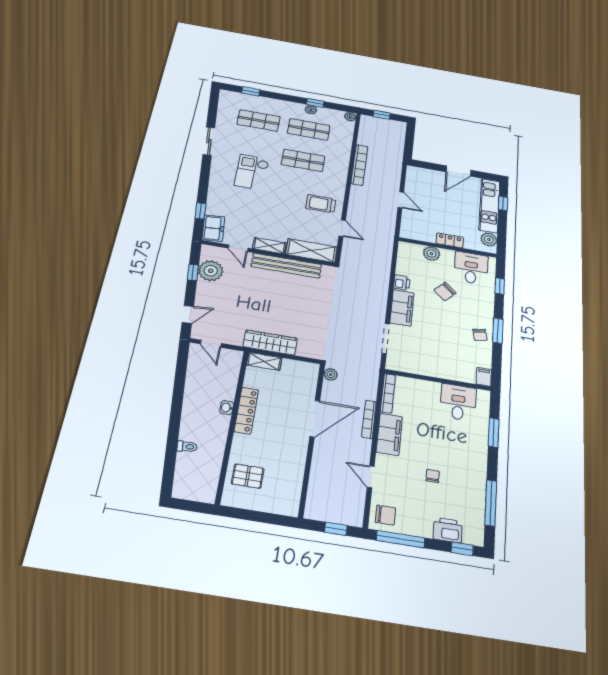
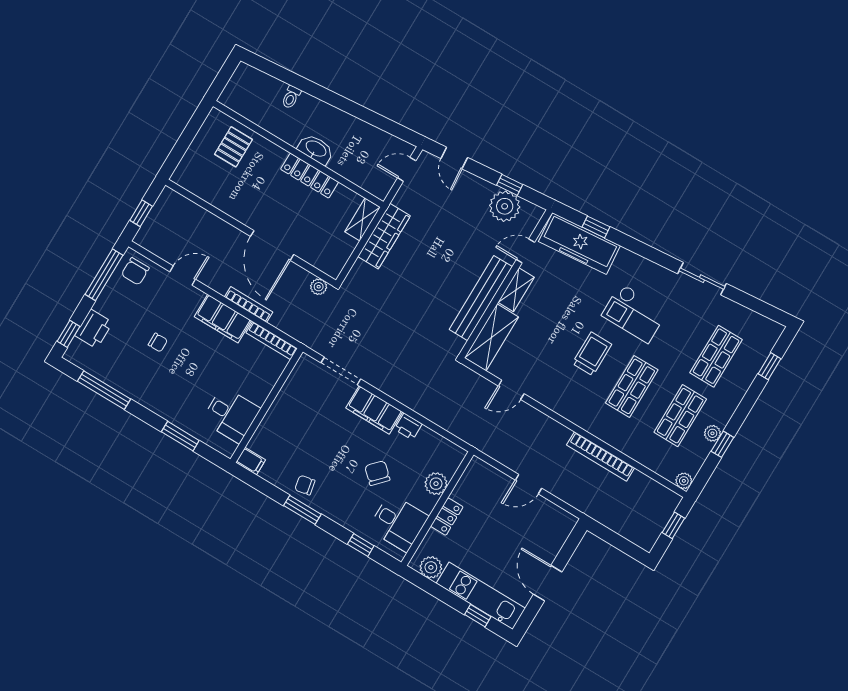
checkout: (252, 172) -> (634, 313), turned 180
trolley: (321, 204) -> (592, 354), moved
freezer: (213, 228) -> (579, 244), width x1.91, depth x1.26
washbasin: (227, 408) -> (316, 149), width x1.91, depth x1.45

